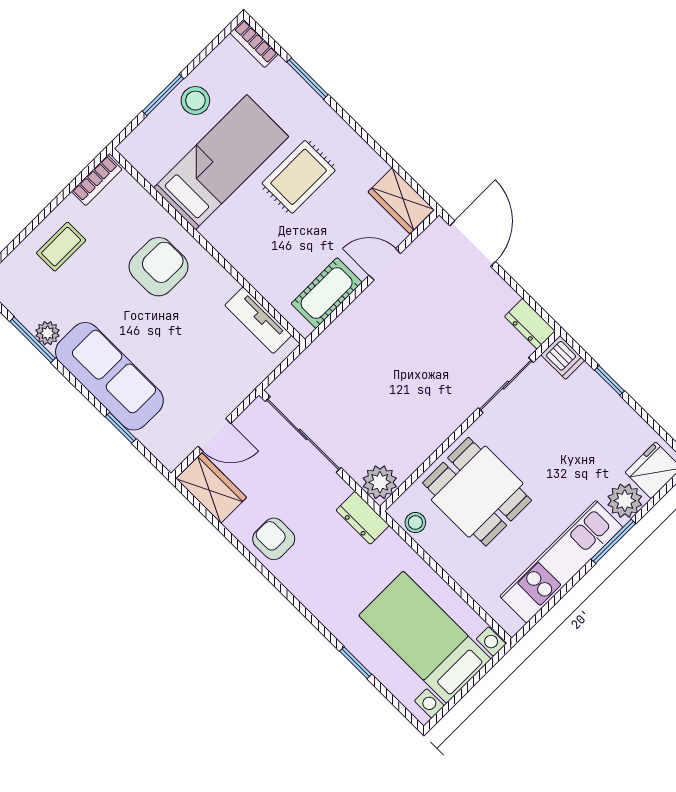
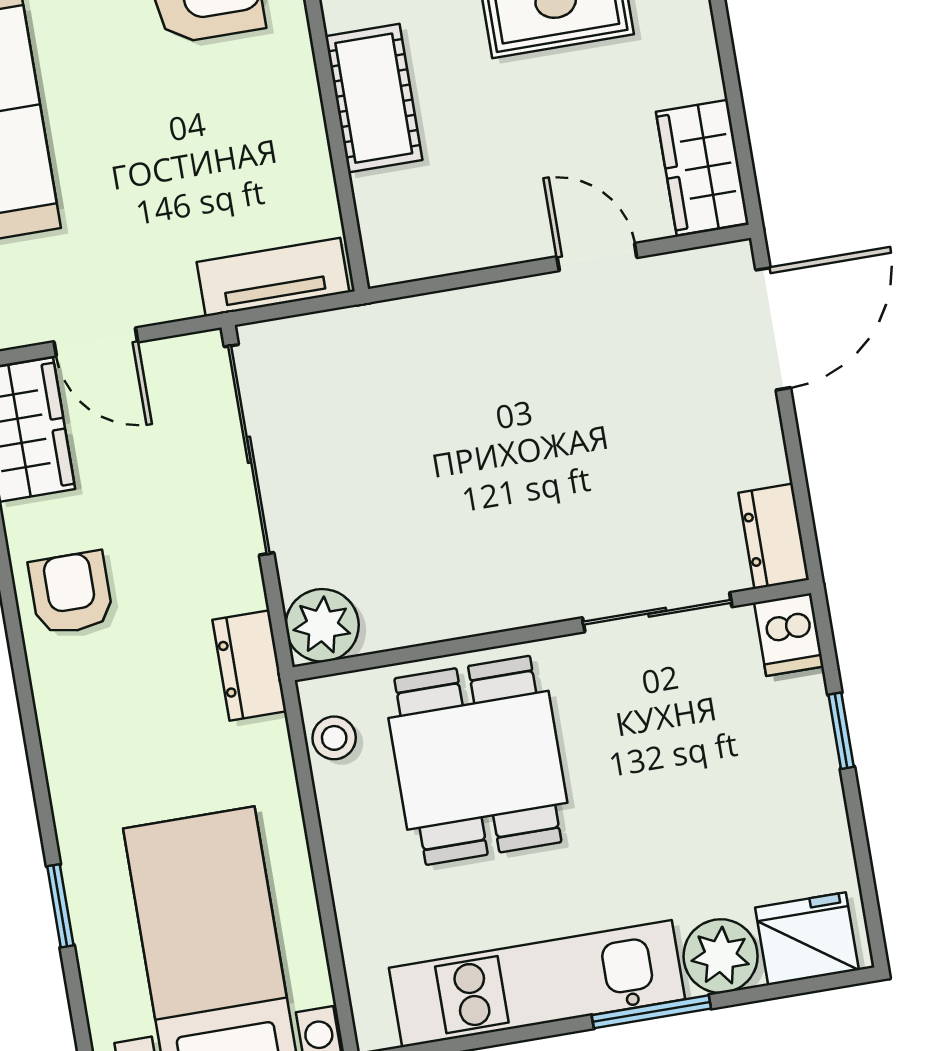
cot: (327, 293) -> (374, 98), moved, turned 90
tv unit: (258, 320) -> (273, 277), moved, turned 90

